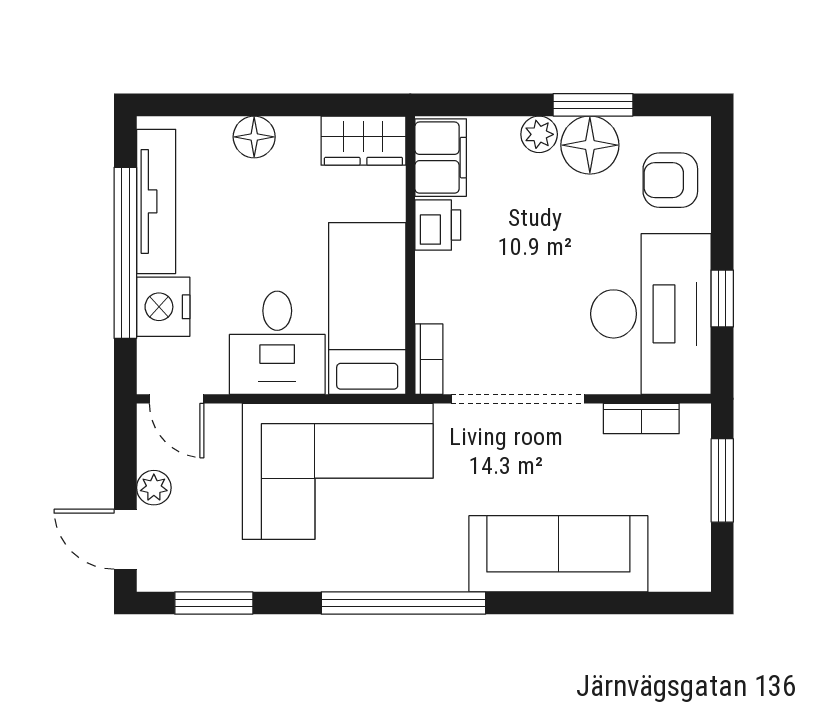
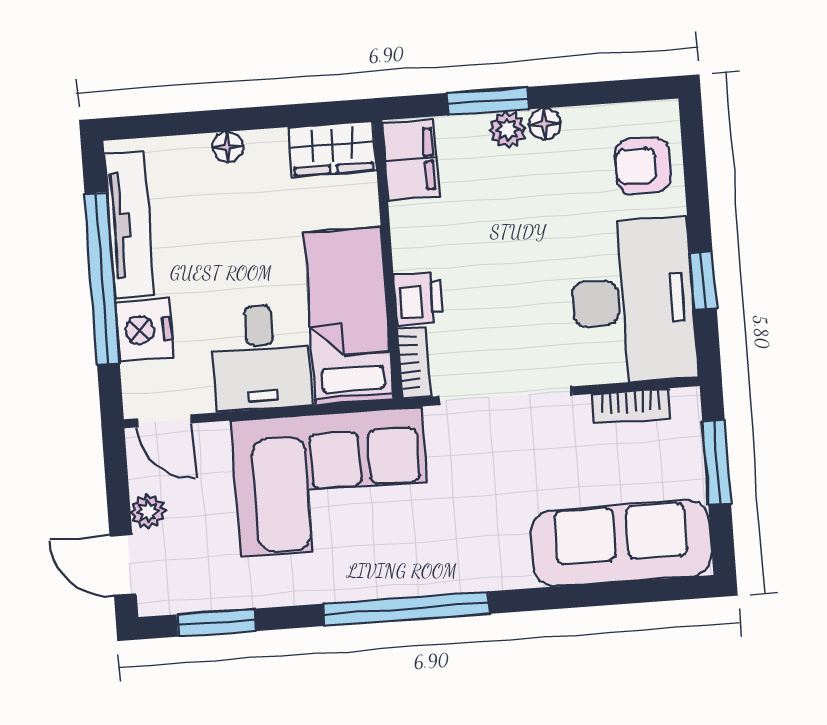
window: (593, 105) -> (488, 101), moved
floor lamp: (254, 137) -> (228, 147), width x0.73, depth x0.73
floor lamp: (590, 145) -> (545, 124), width x0.53, depth x0.53
printer: (438, 225) -> (418, 298), moved
sofa: (558, 554) -> (621, 543), moved

